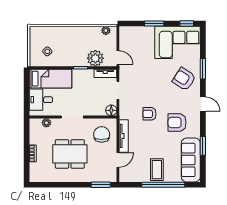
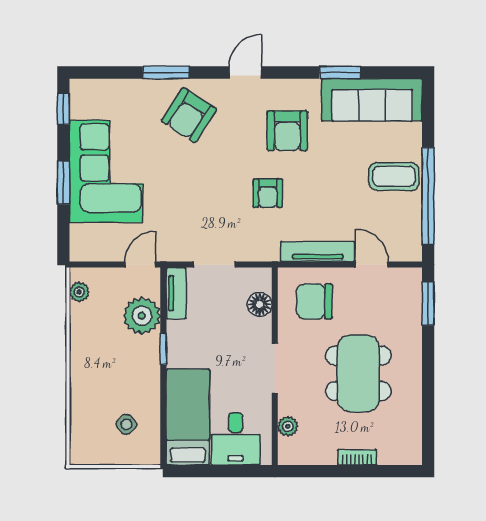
corner sofa: (178, 42) -> (106, 171), moved
floor lamp: (111, 110) -> (260, 304), moved
window: (163, 185) -> (428, 196), moved

